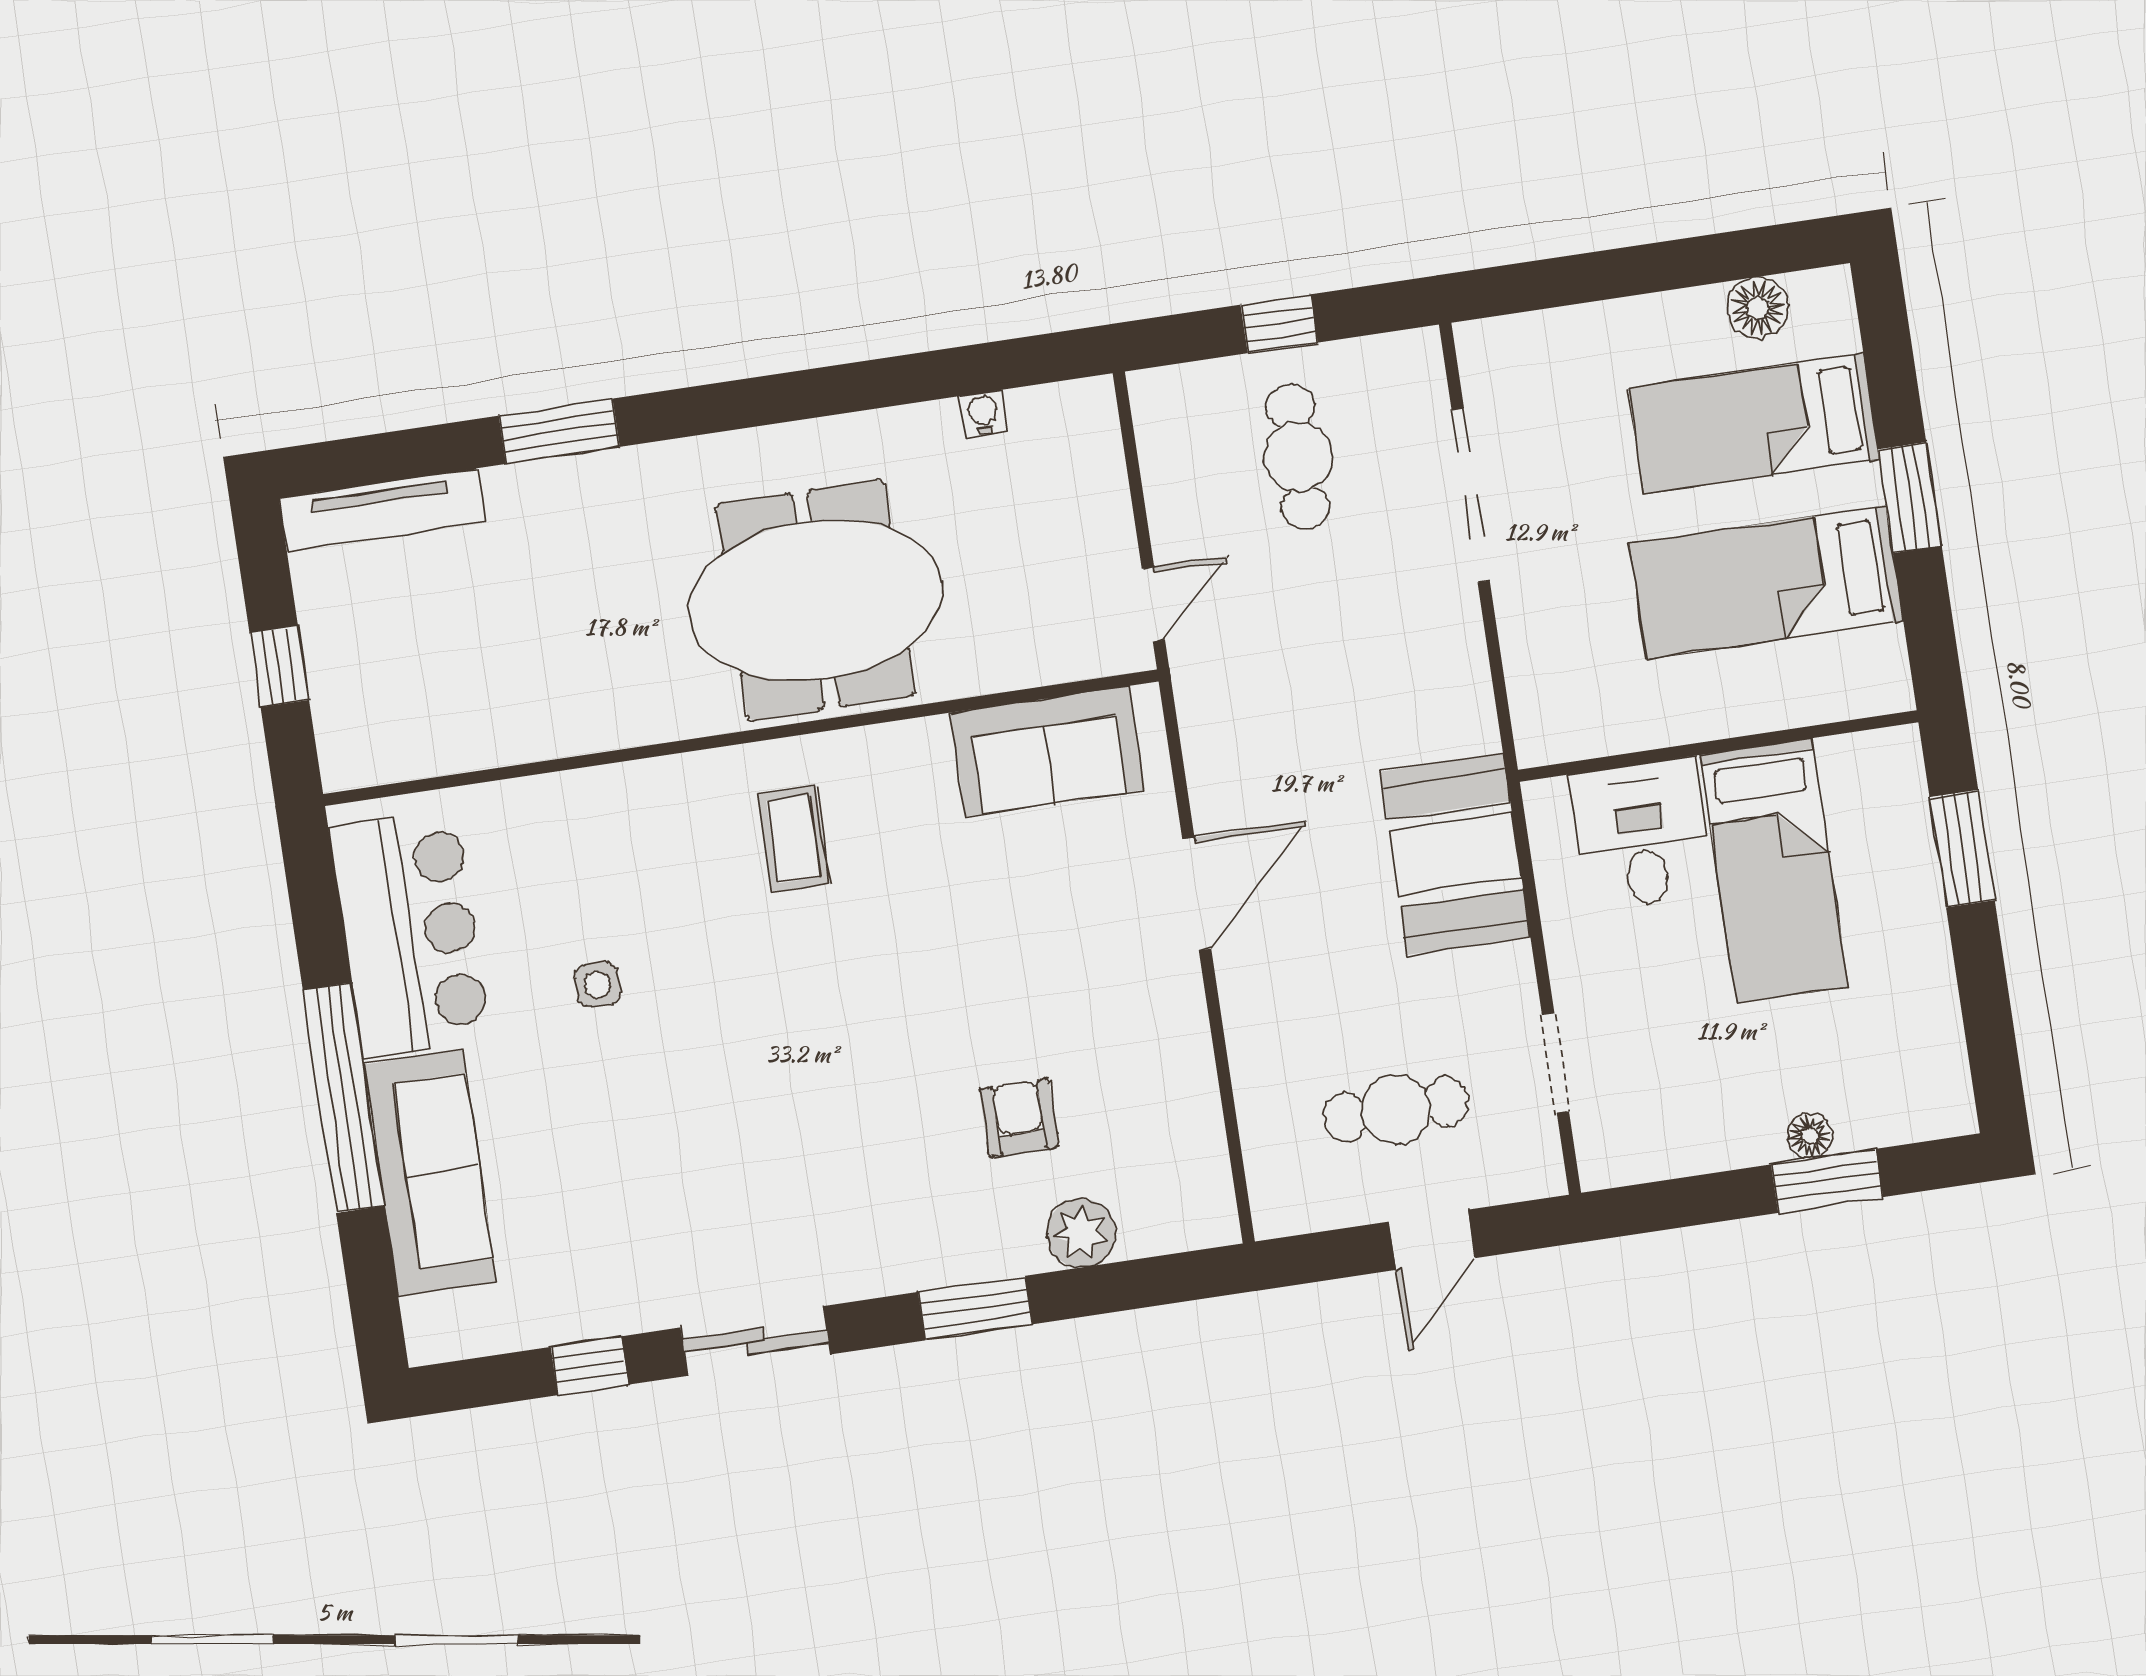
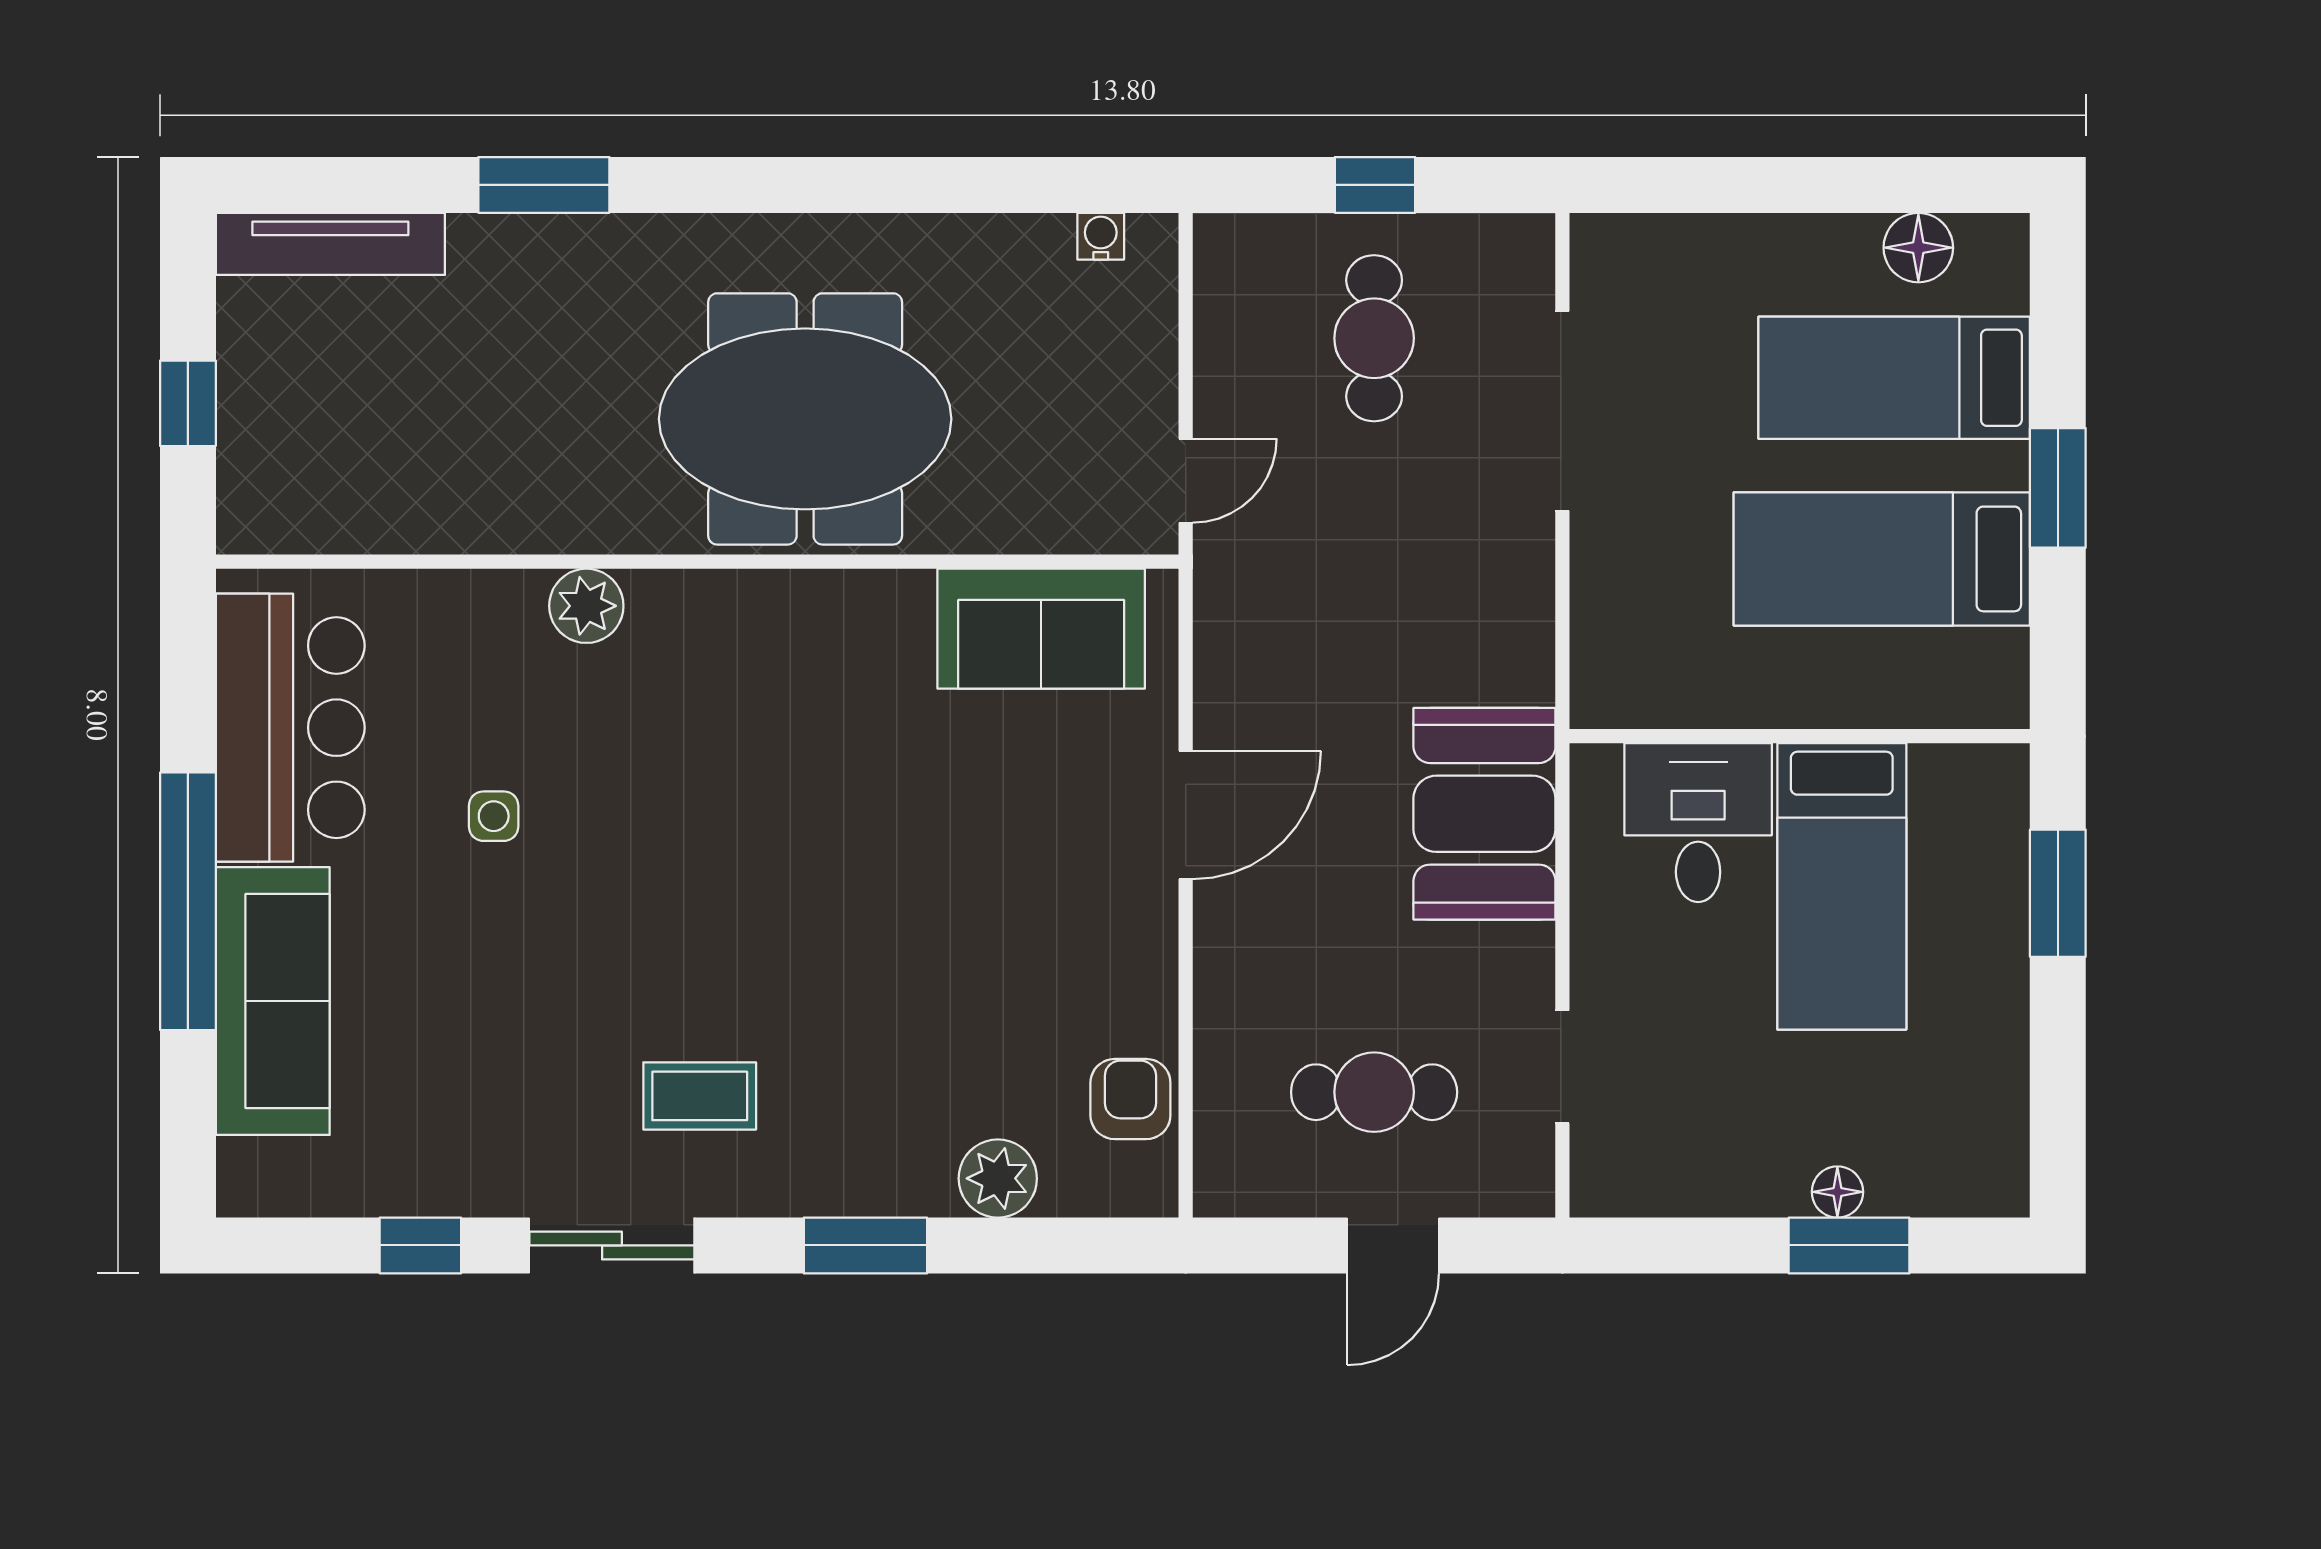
water cooler: (983, 413) -> (1101, 236), moved
plant: (651, 790) -> (586, 606), added
coffee table: (793, 839) -> (700, 1096), moved, turned 90
armchair: (1019, 1118) -> (1130, 1099), moved

